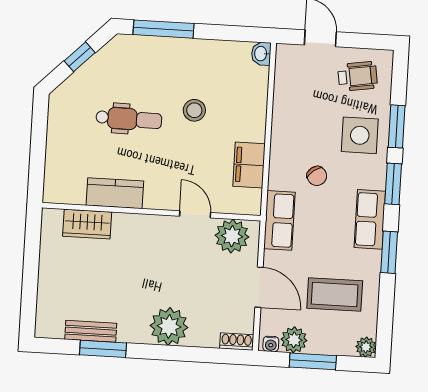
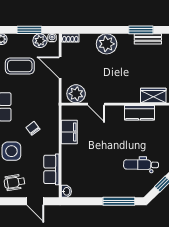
stool: (194, 110) -> (100, 159), removed
dental chair: (129, 119) -> (141, 165), moved
row of seats: (279, 220) -> (51, 169), moved

